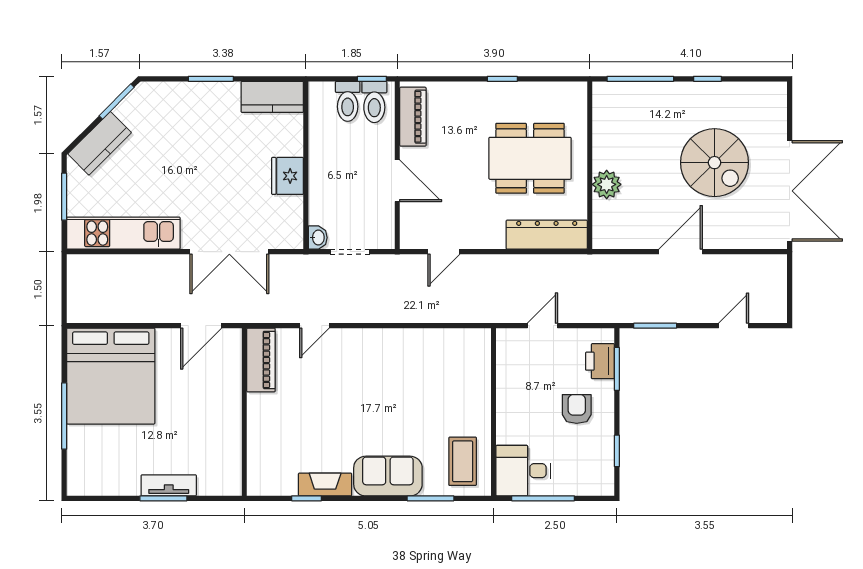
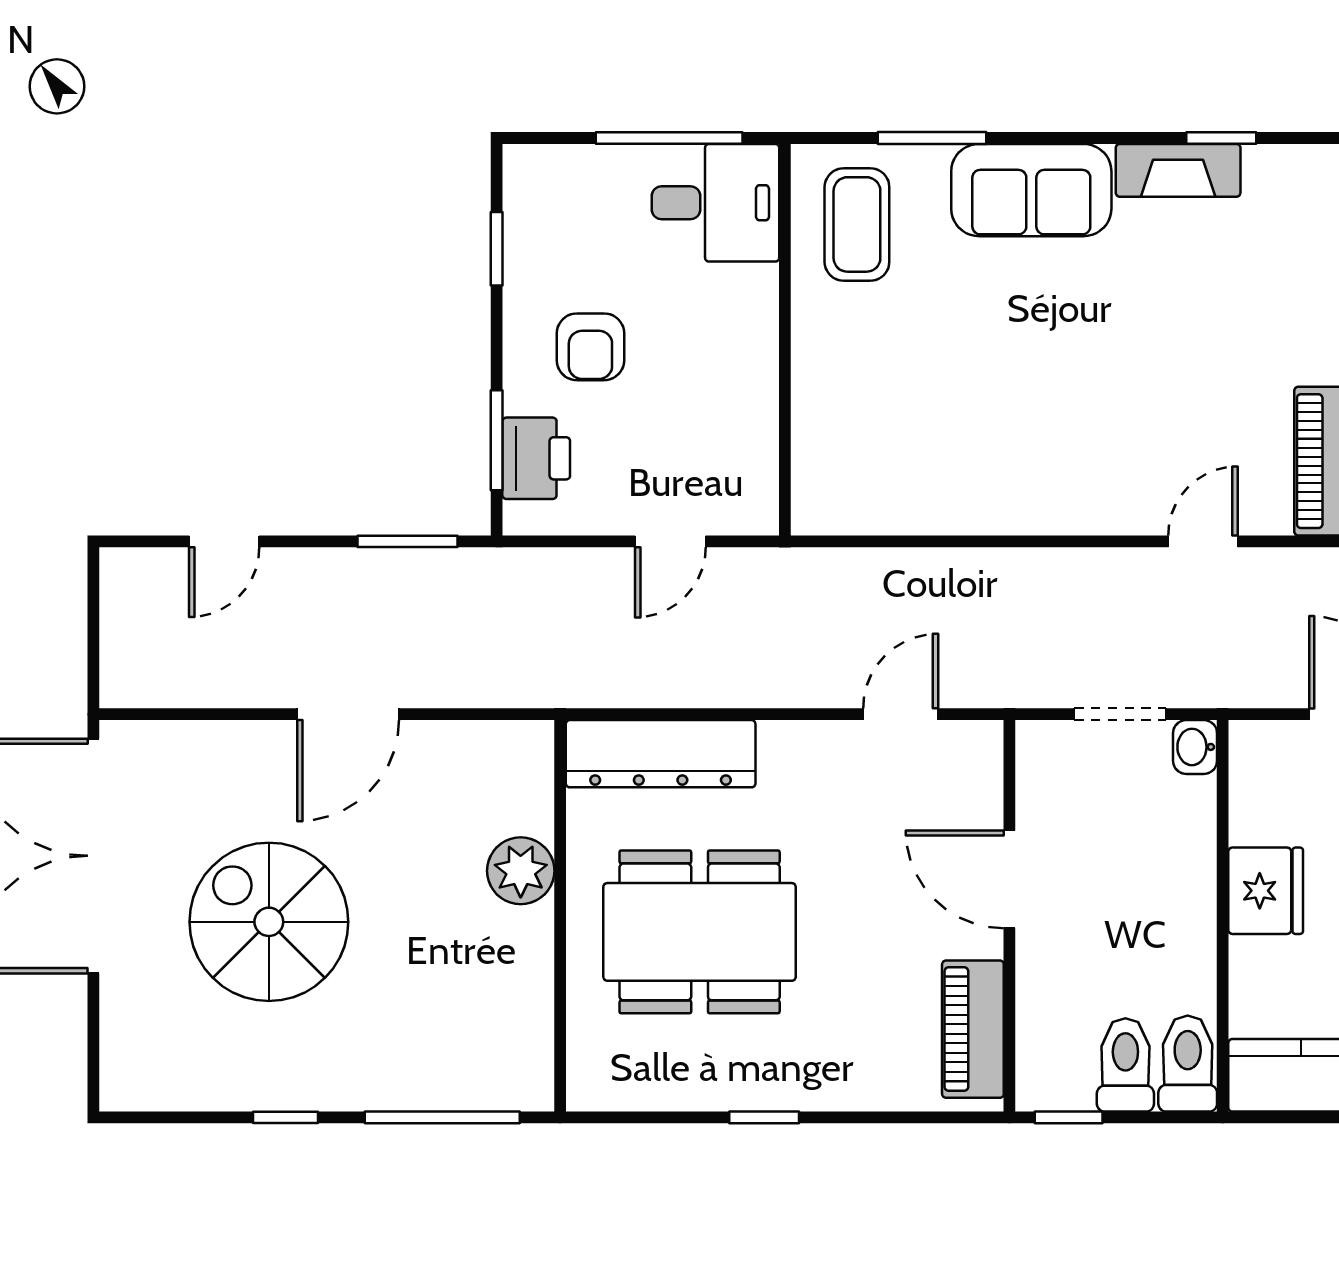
toilet: (374, 102) -> (1188, 1064), moved

